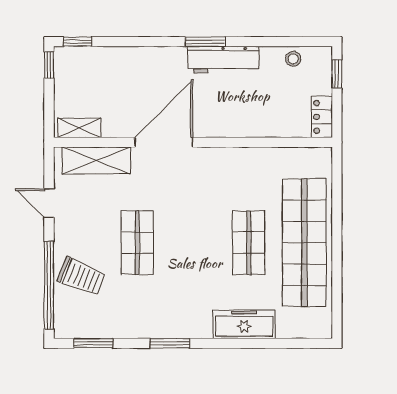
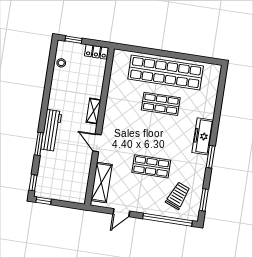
window: (205, 42) -> (39, 144), moved
workbench: (223, 60) -> (51, 130), moved
shelving: (79, 128) -> (94, 111), moved
door: (164, 142) -> (97, 143), width x0.53
trolley: (81, 276) -> (178, 196), moved
freezer: (244, 324) -> (203, 136), moved

